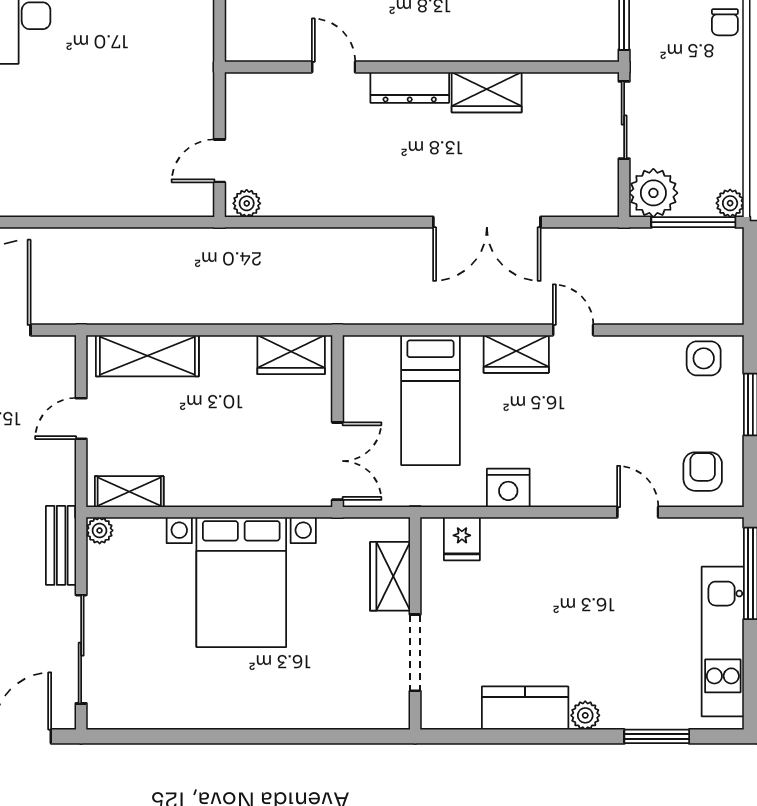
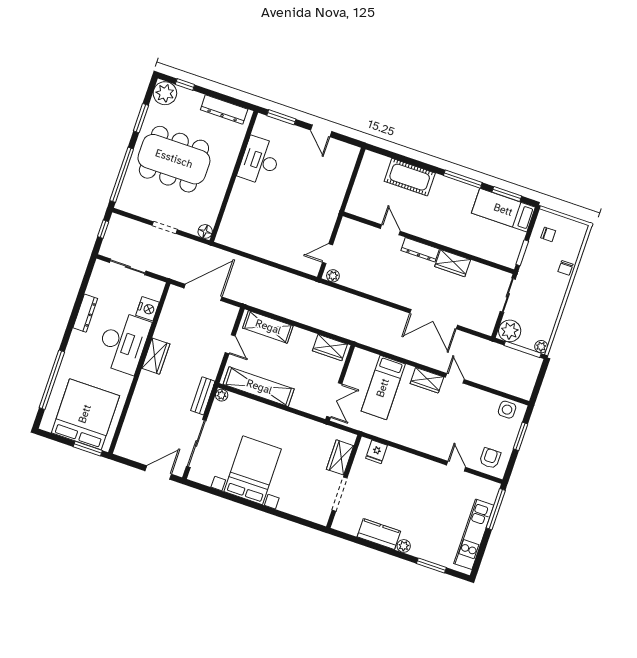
door: (81, 419) -> (230, 344), swing flipped
nightstand: (508, 488) -> (404, 437), removed
shelving: (129, 492) -> (259, 387), width x2.20, depth x1.33
bed with nightstands: (241, 582) -> (253, 470), moved, turned 180

